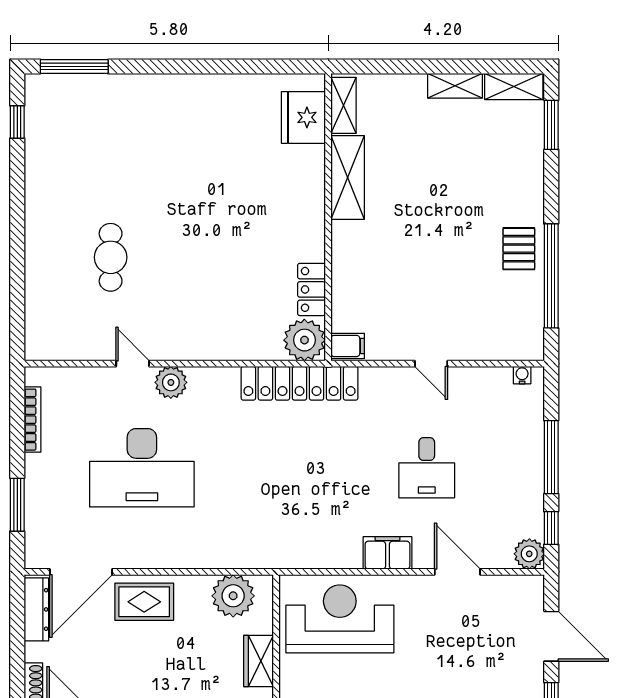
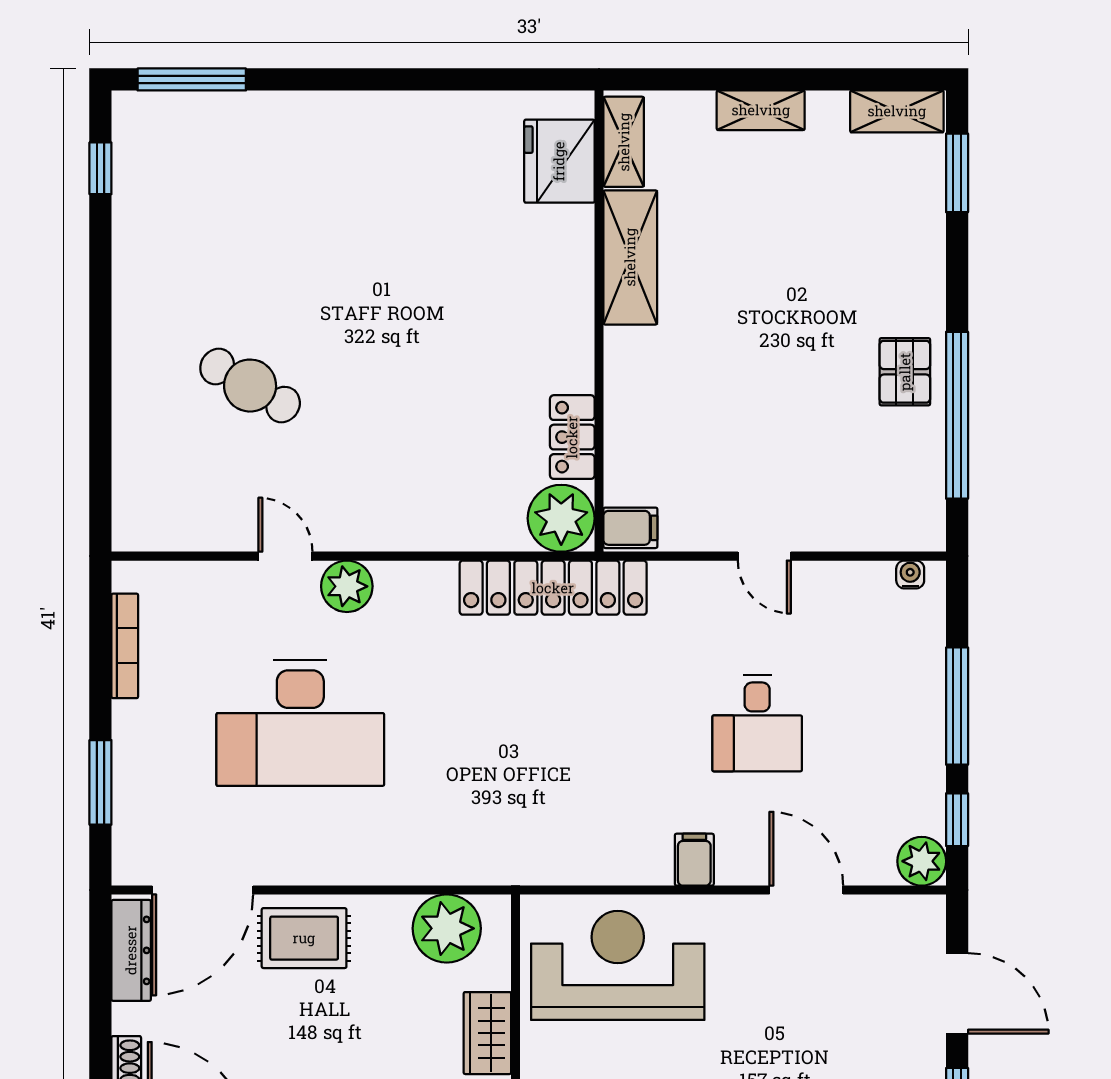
shelving: (455, 86) -> (761, 110), moved
cafe table: (111, 257) -> (250, 386), turned -60
filing cabinet: (387, 553) -> (694, 860), width x0.50

